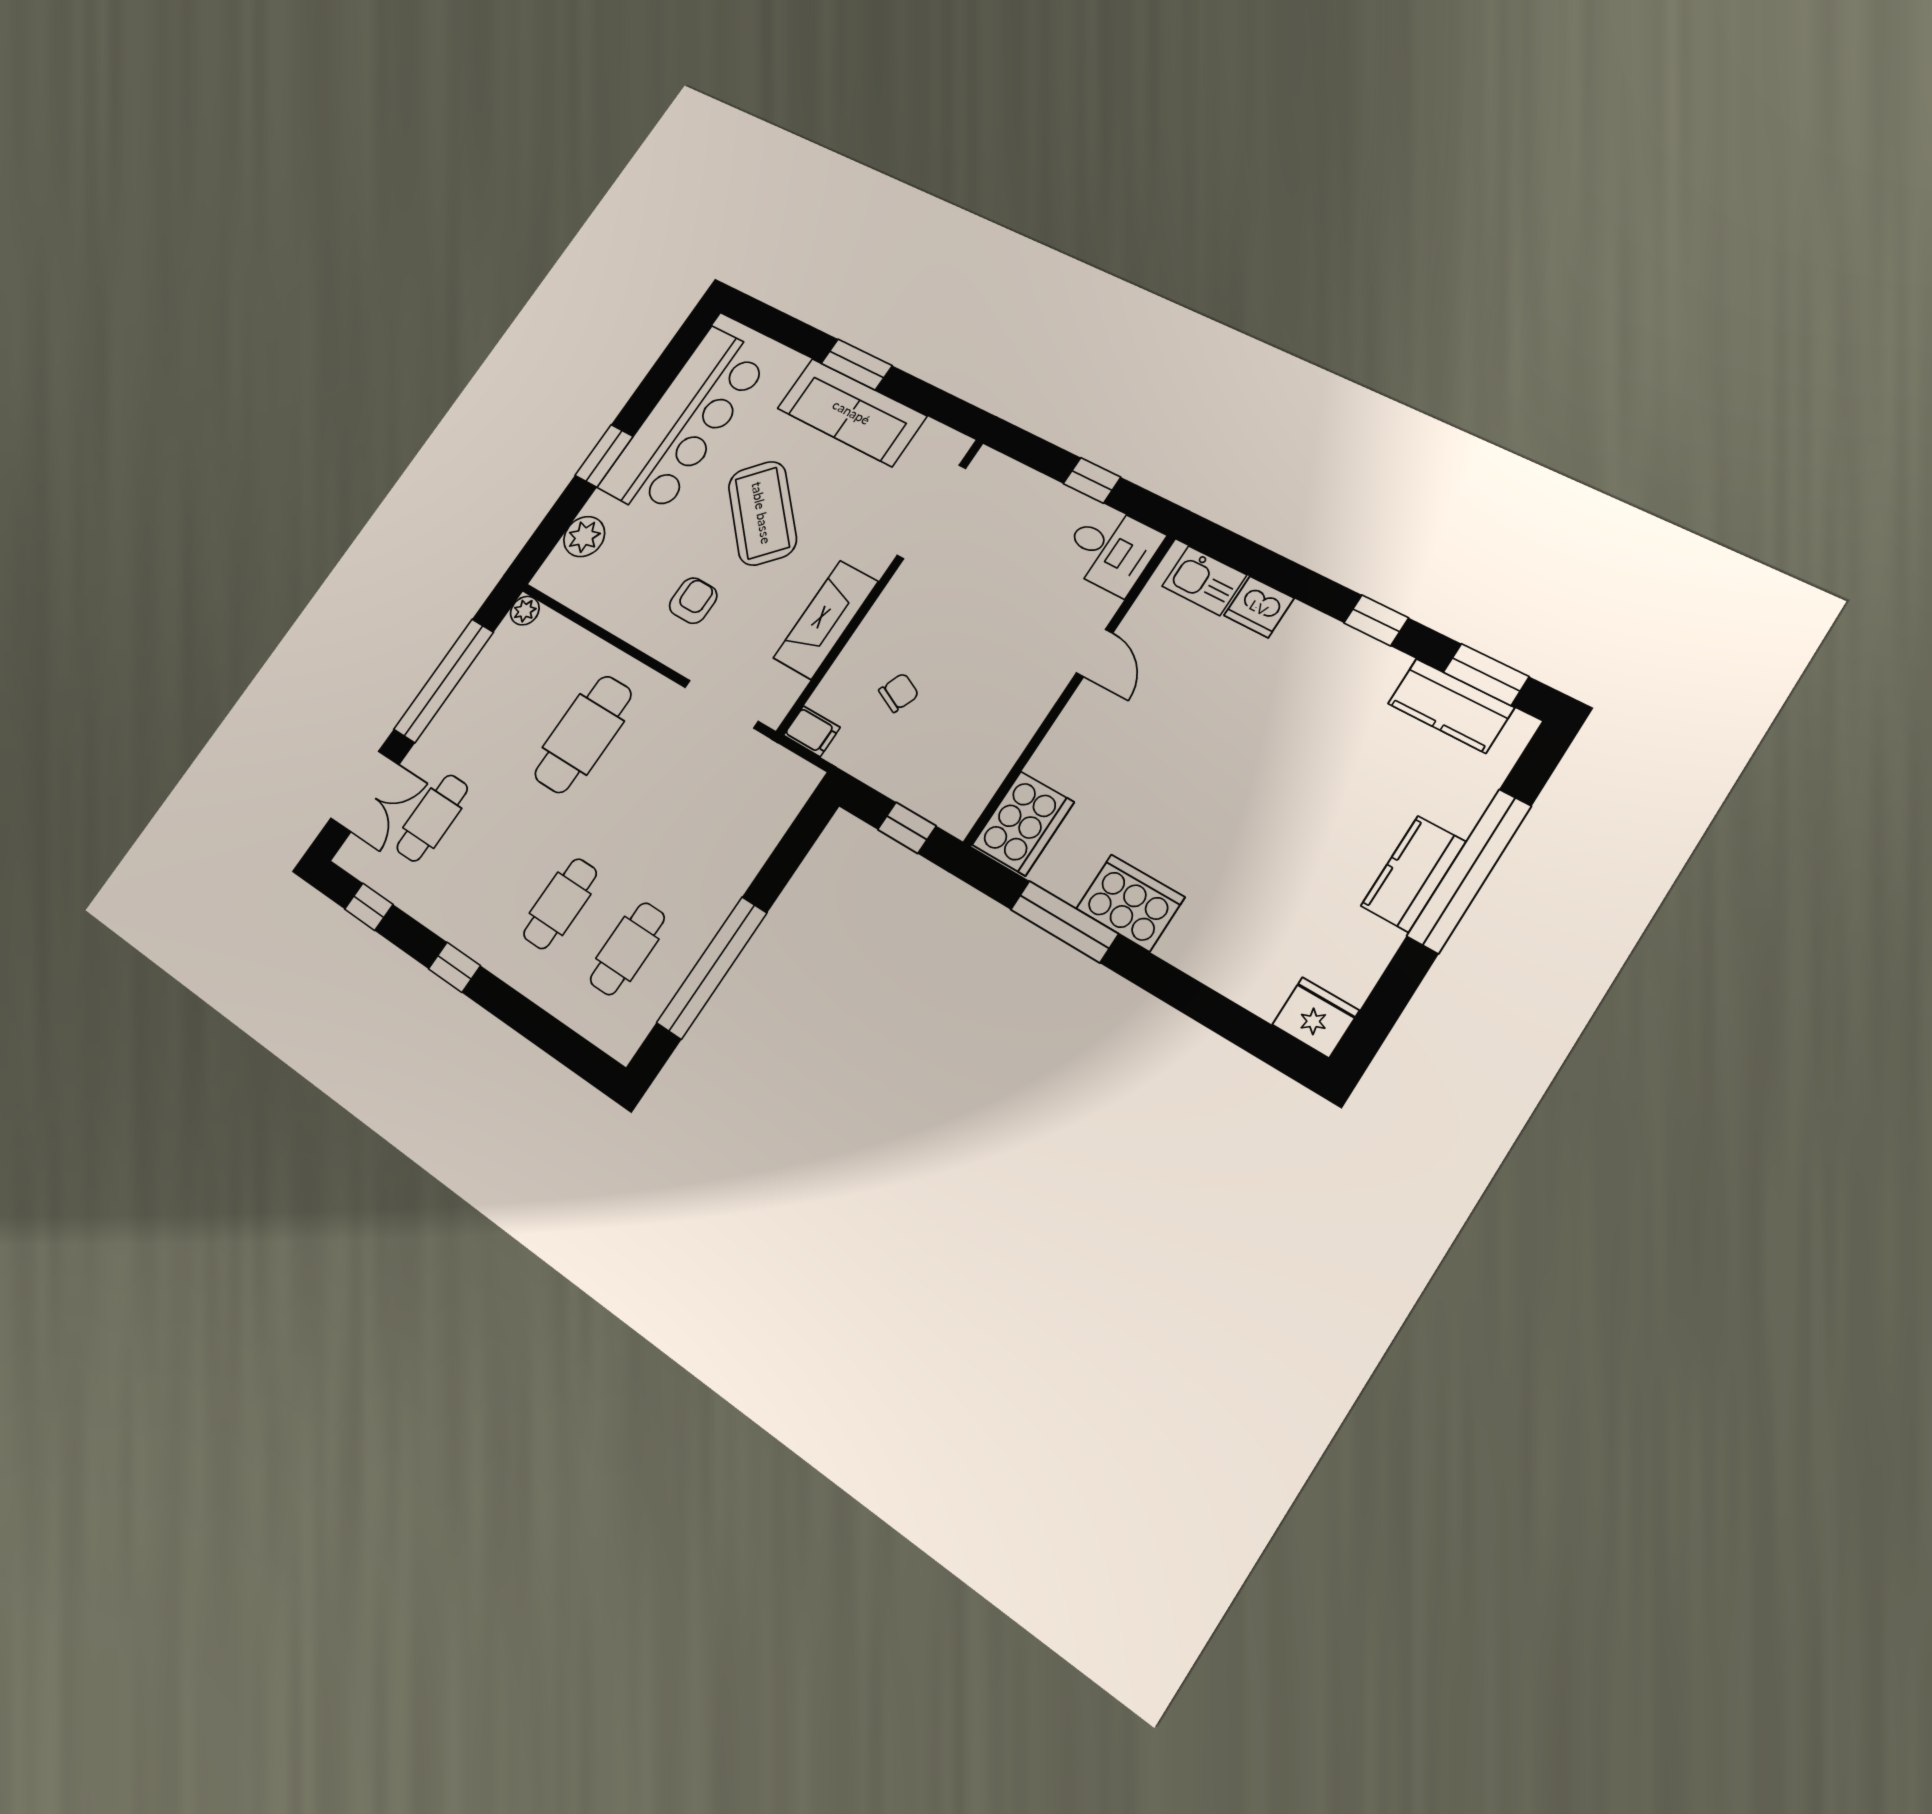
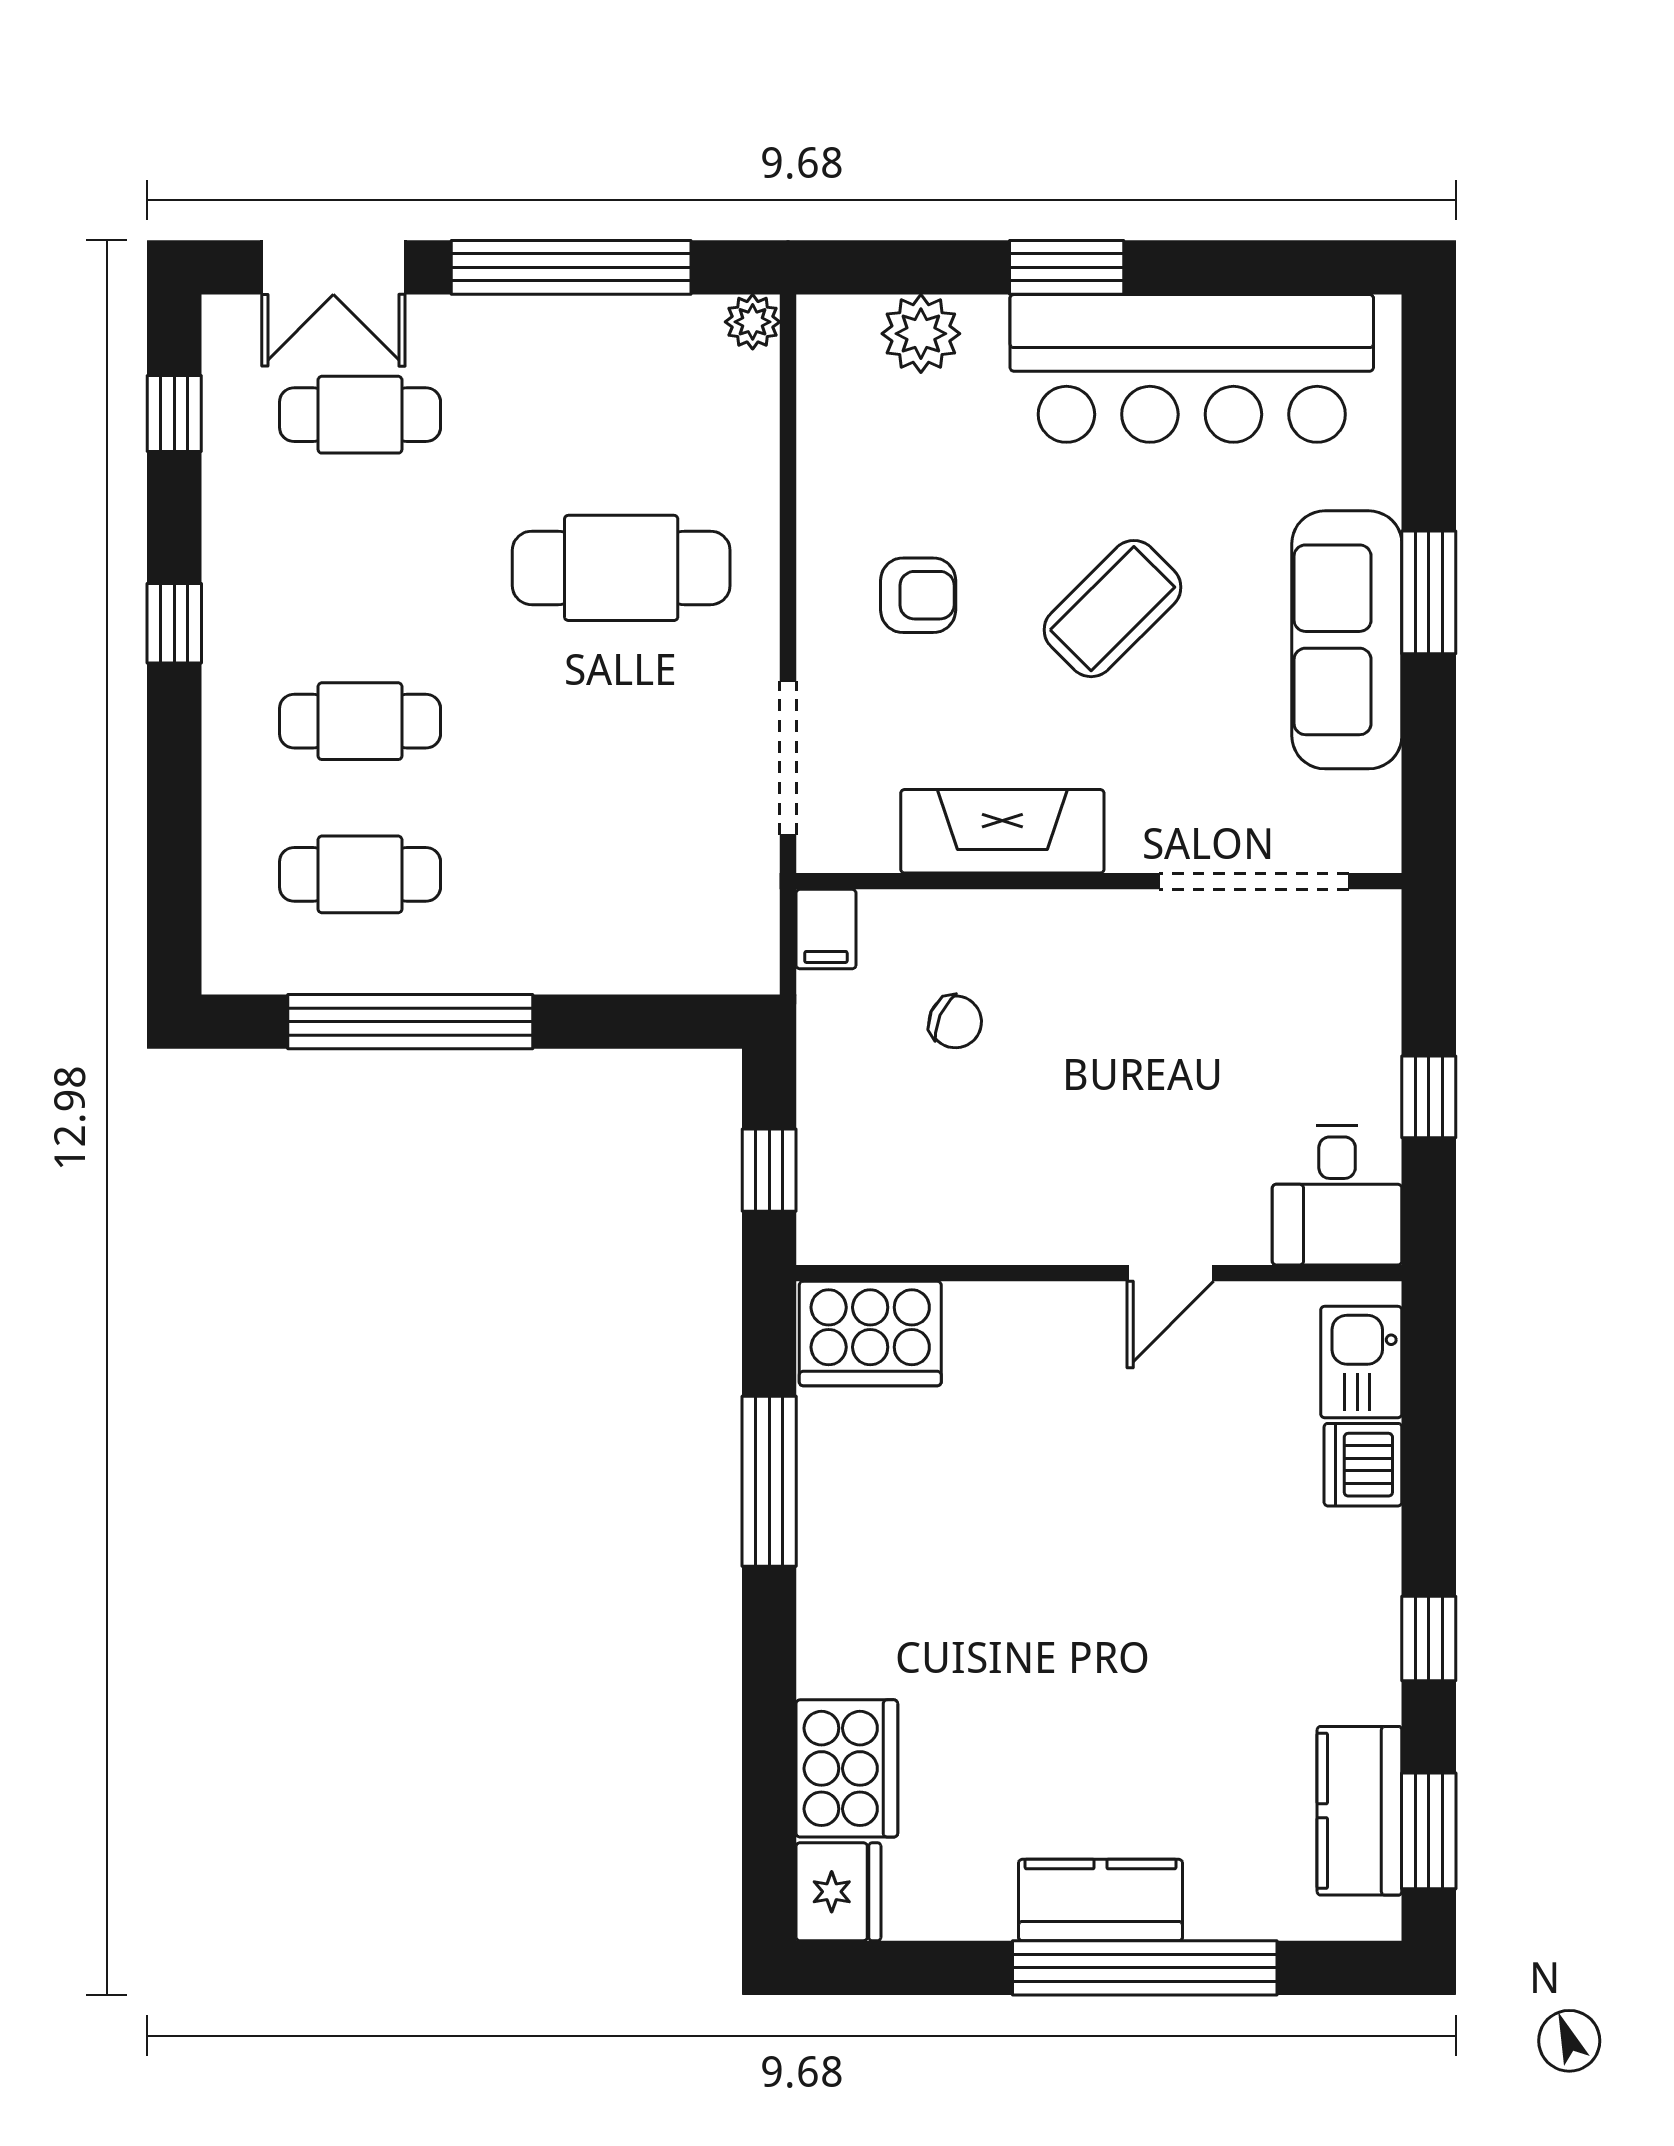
coffee table: (762, 513) -> (1113, 609), width x0.73, depth x0.76
cooker: (1130, 903) -> (847, 1768), moved

